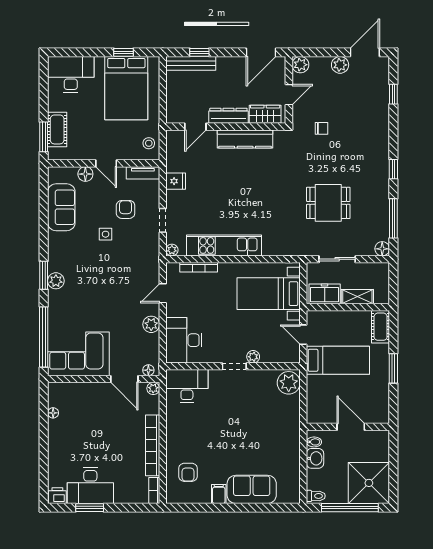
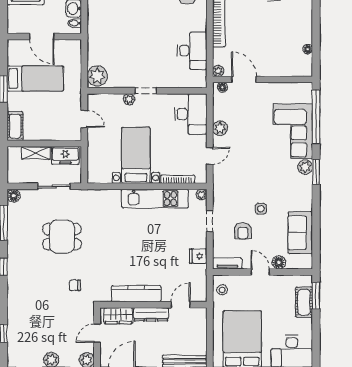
chair: (321, 128) -> (75, 285), moved
bed with nightstands: (269, 294) -> (136, 155), moved, turned -90
corner sofa: (78, 354) -> (293, 131), moved, turned 90
bed: (338, 360) -> (35, 79), moved, turned 180
desk: (187, 386) -> (192, 51), moved, turned -90

